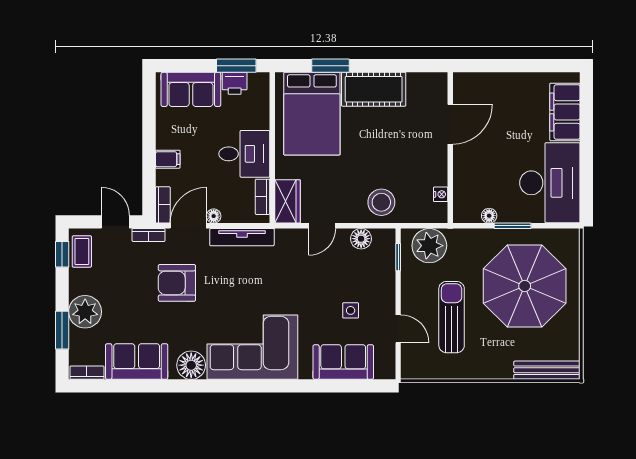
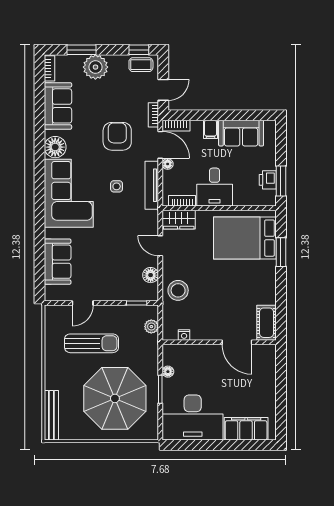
sofa: (191, 89) -> (241, 133), moved, turned -90
cot: (374, 89) -> (266, 323), moved, width x0.73, depth x0.75
plant: (429, 246) -> (151, 327), width x0.53, depth x0.53
side table: (351, 310) -> (117, 186), moved

